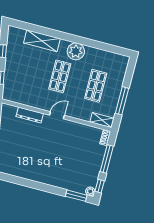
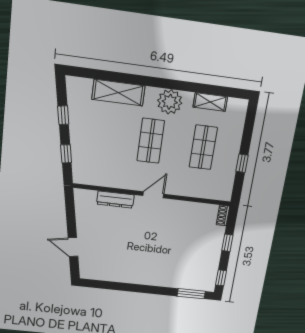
window: (122, 101) -> (242, 163), width x0.46
shelving: (102, 120) -> (210, 102), moved
window: (107, 159) -> (227, 243), width x0.46
plant: (90, 191) -> (209, 286), removed

